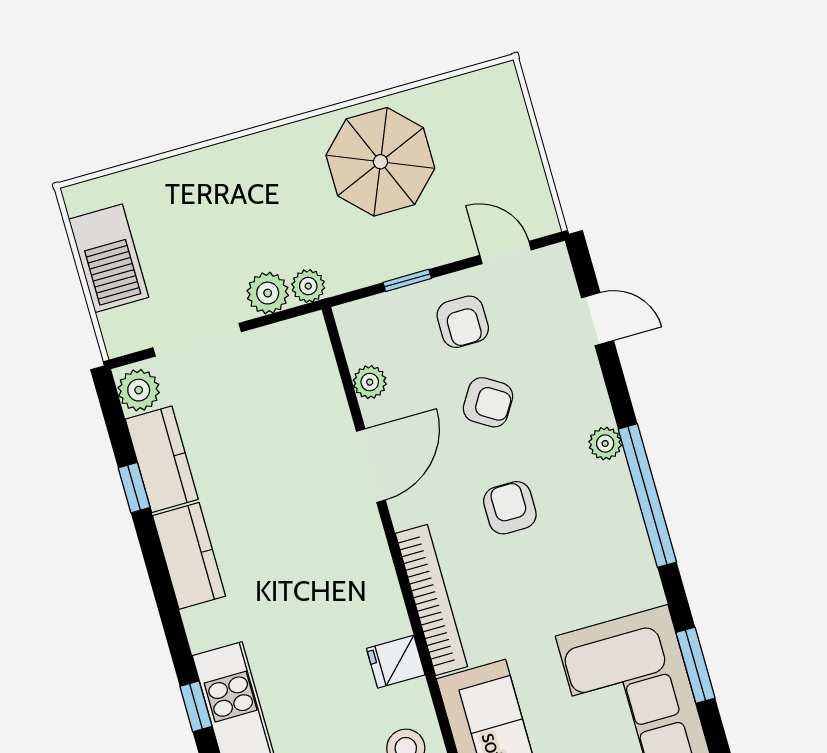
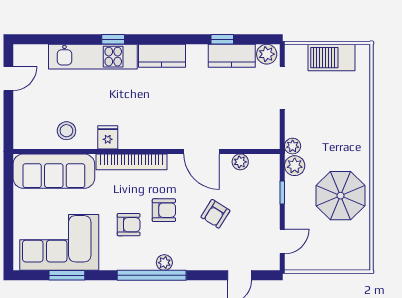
plant: (268, 293) -> (295, 166), moved
armchair: (463, 322) -> (129, 225), moved, turned 180
plant: (605, 443) -> (164, 263), moved
kitchen counter: (189, 556) -> (162, 56), moved

